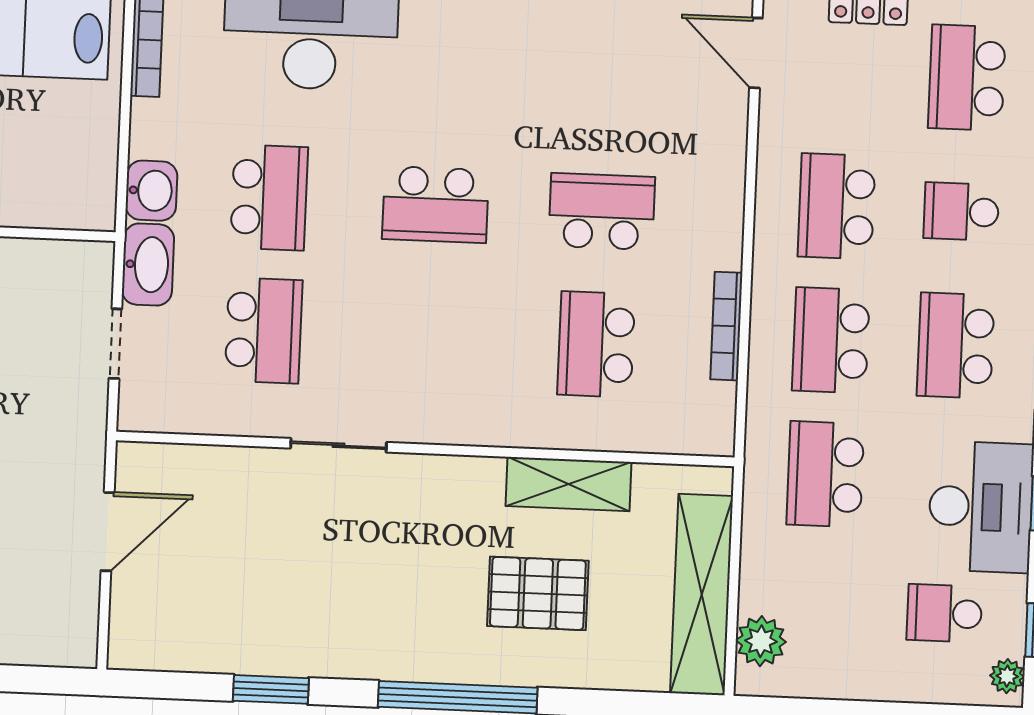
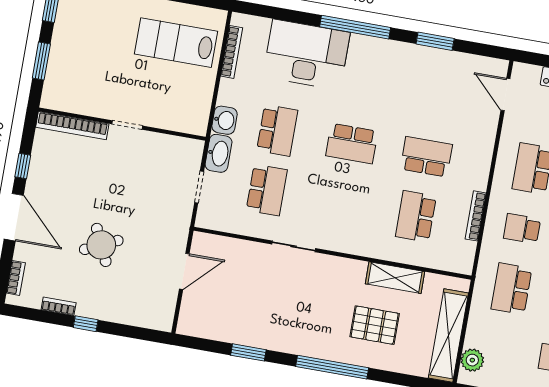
school desk: (831, 340) -> (522, 229), width x0.54

